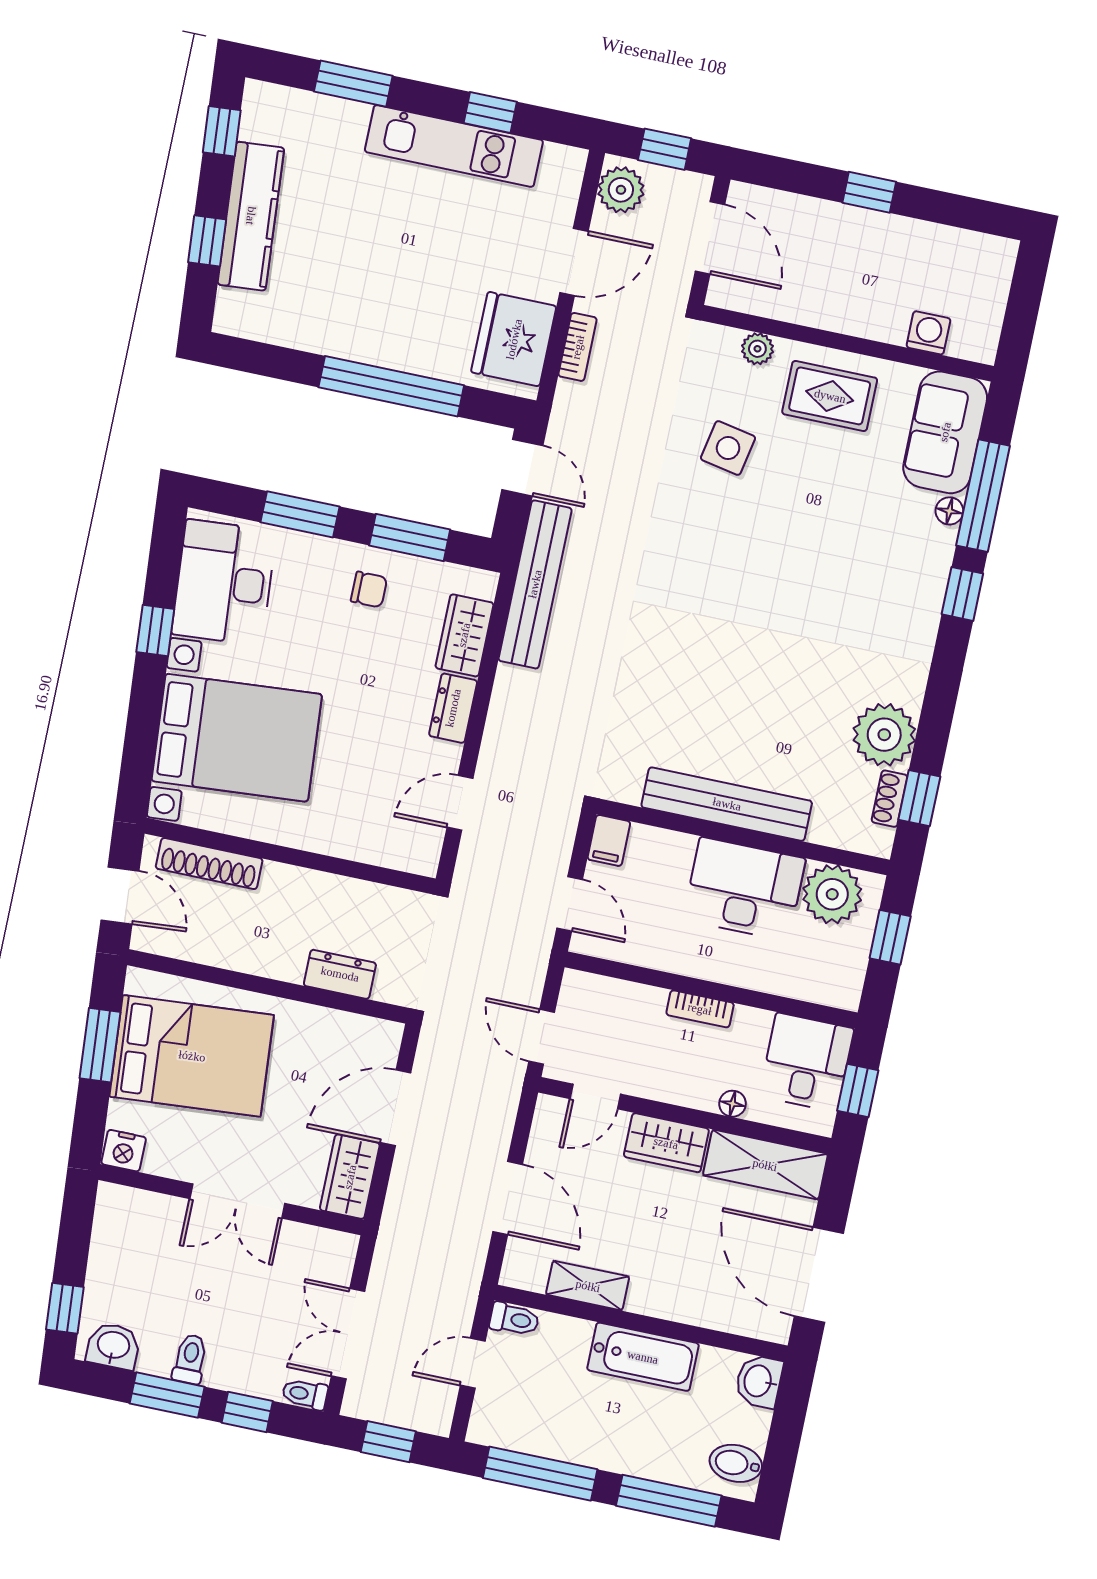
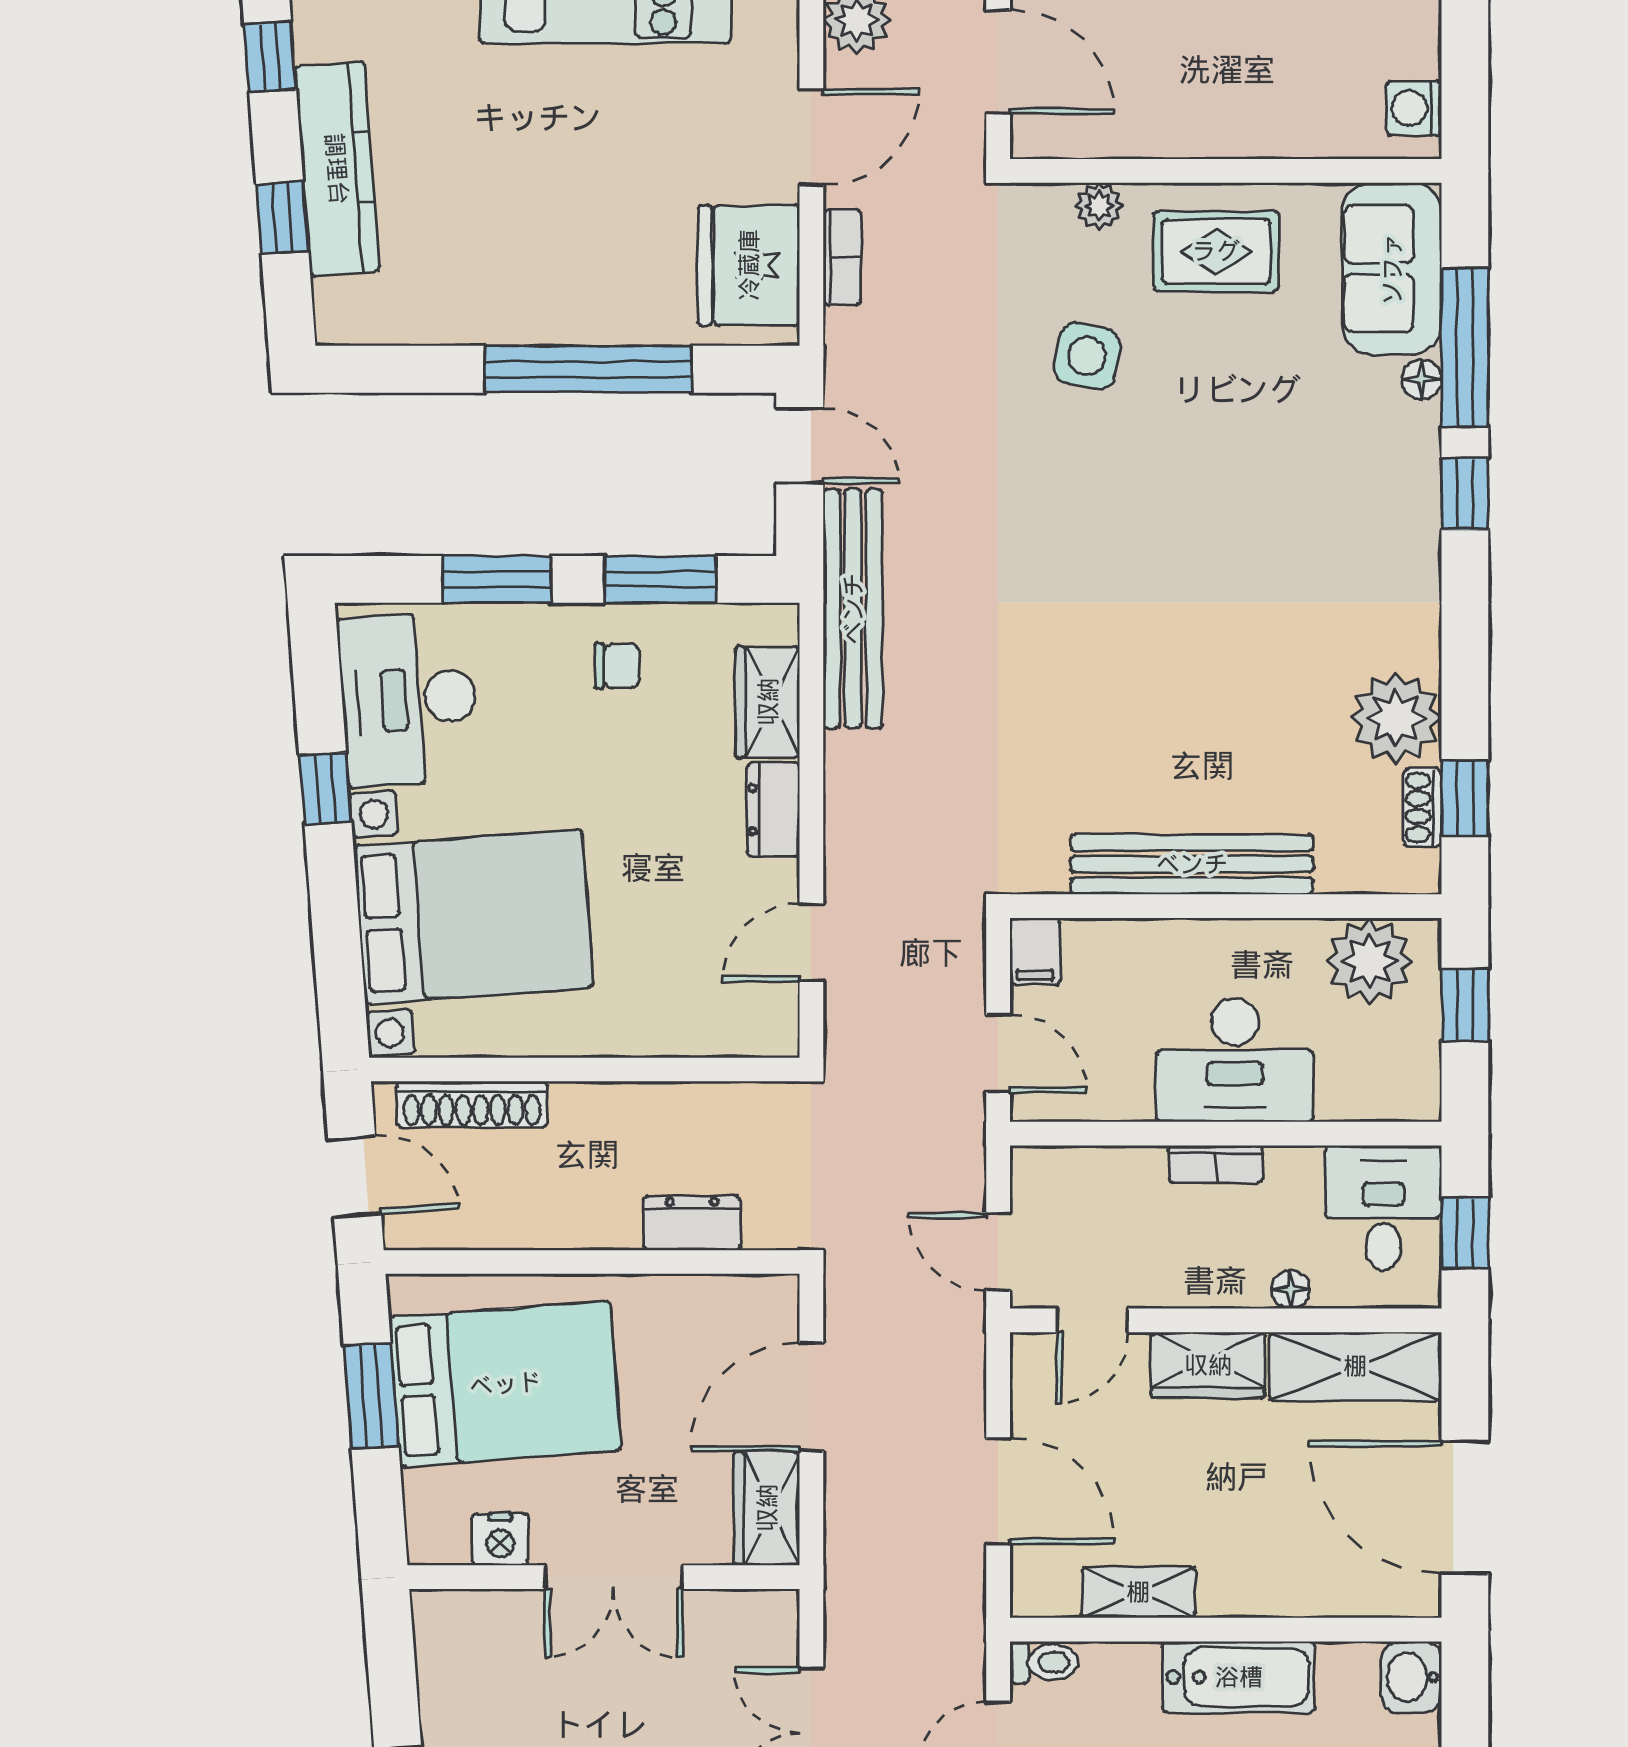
washing machine: (928, 333) -> (1414, 108), moved, turned -90
desk: (744, 889) -> (1235, 1060), moved, turned 180
nightstand: (124, 1151) -> (500, 1539), moved

